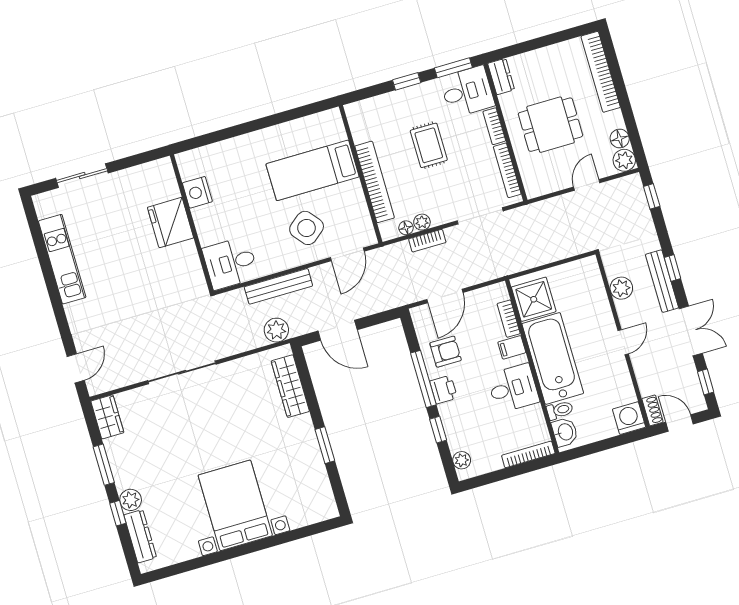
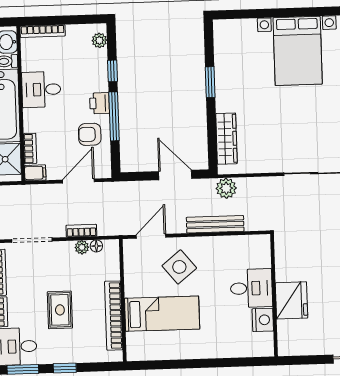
bookcase: (375, 182) -> (114, 316), moved
desk: (230, 263) -> (251, 288), moved
filing cabinet: (512, 347) -> (35, 173), moved

